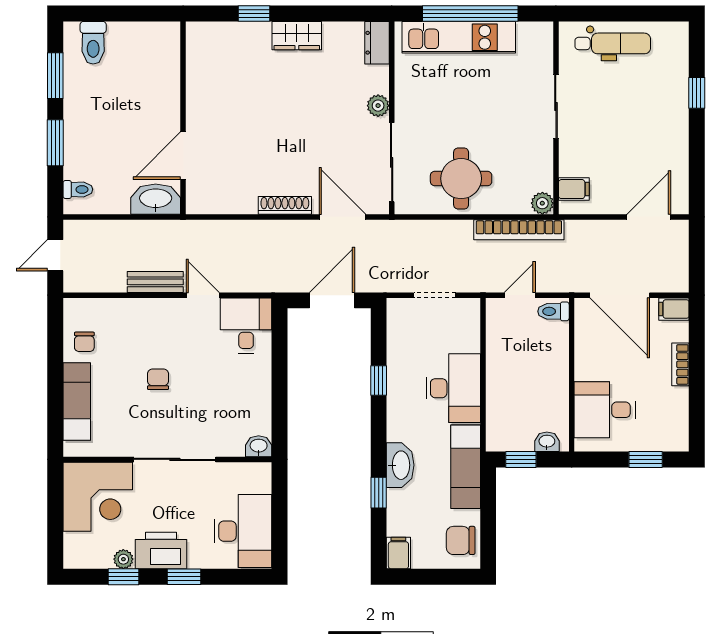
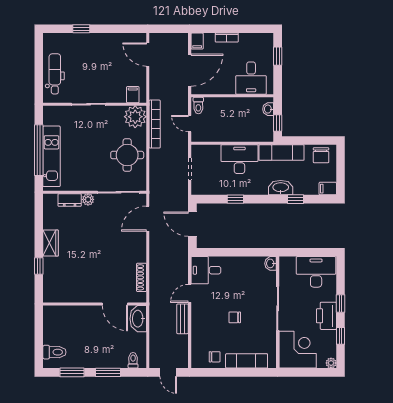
dresser: (377, 43) -> (70, 200), moved
plant: (542, 203) -> (135, 117), width x1.87, depth x1.87
shoe rack: (285, 205) -> (142, 277), moved
plant: (123, 559) -> (331, 363), moved

